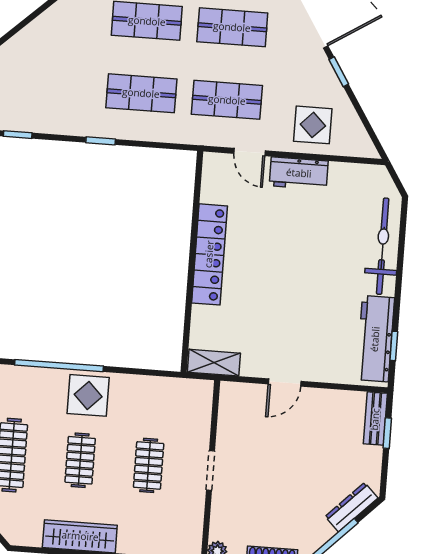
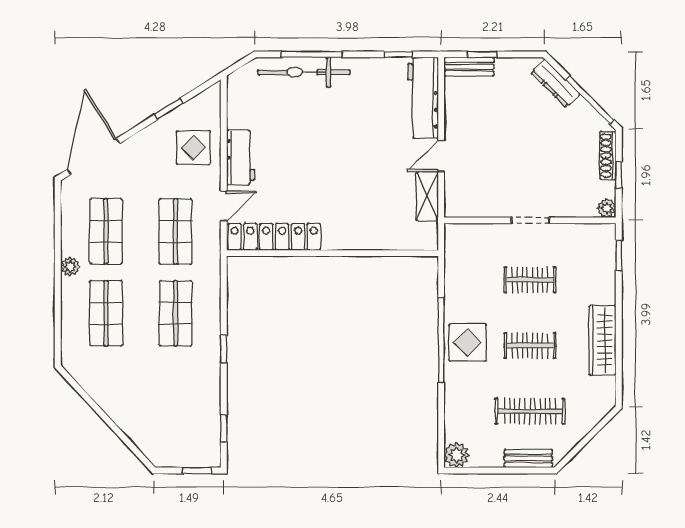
window: (339, 72) -> (169, 109), moved
locker: (209, 254) -> (274, 237), moved
window: (401, 256) -> (312, 54), added
workbench: (375, 339) -> (423, 98), moved, turned 90
shelving: (214, 363) -> (427, 196), moved
window: (59, 366) -> (441, 340), moved
door: (285, 383) -> (441, 156), swing flipped

